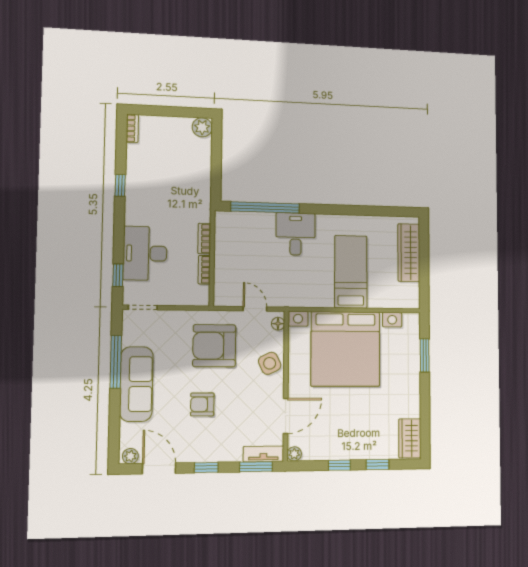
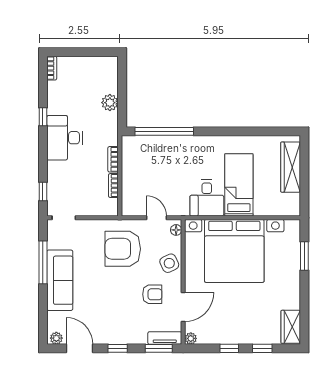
plant: (202, 127) -> (110, 103), moved
desk: (296, 234) -> (207, 198), moved, turned 180
desk: (145, 253) -> (65, 138), moved
armchair: (202, 404) -> (152, 294), moved, turned 180

